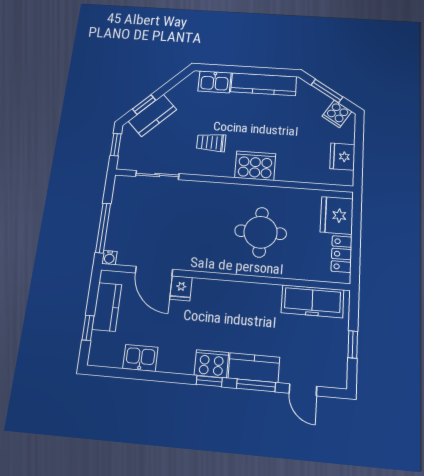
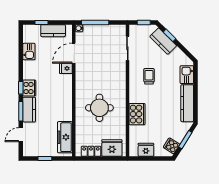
cooker: (255, 166) -> (137, 114), moved

